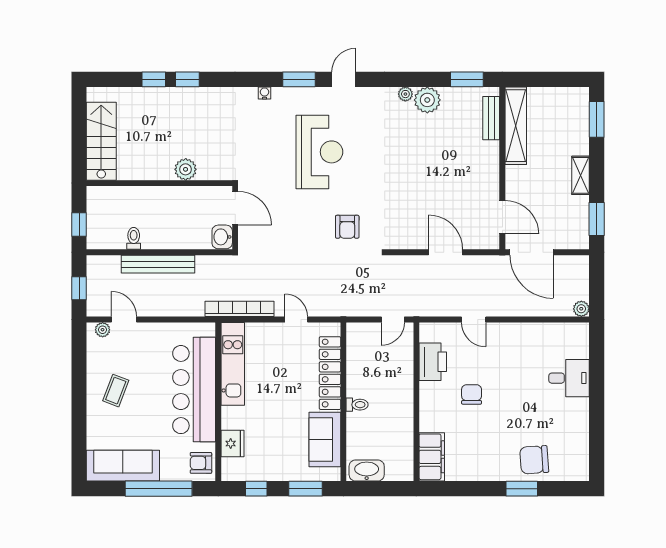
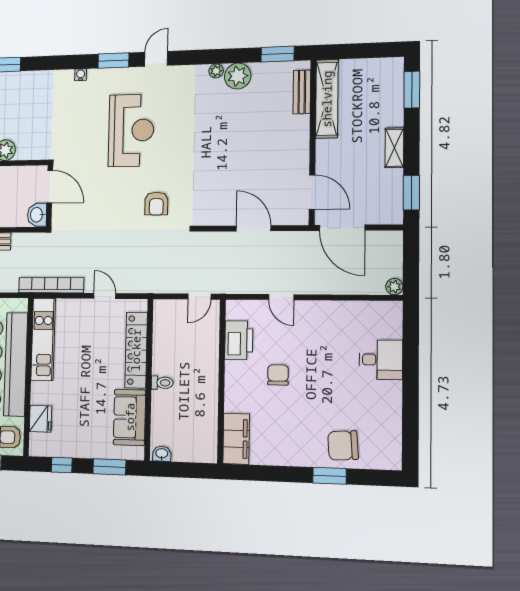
washbasin: (367, 470) -> (162, 454), width x0.52, depth x0.69

